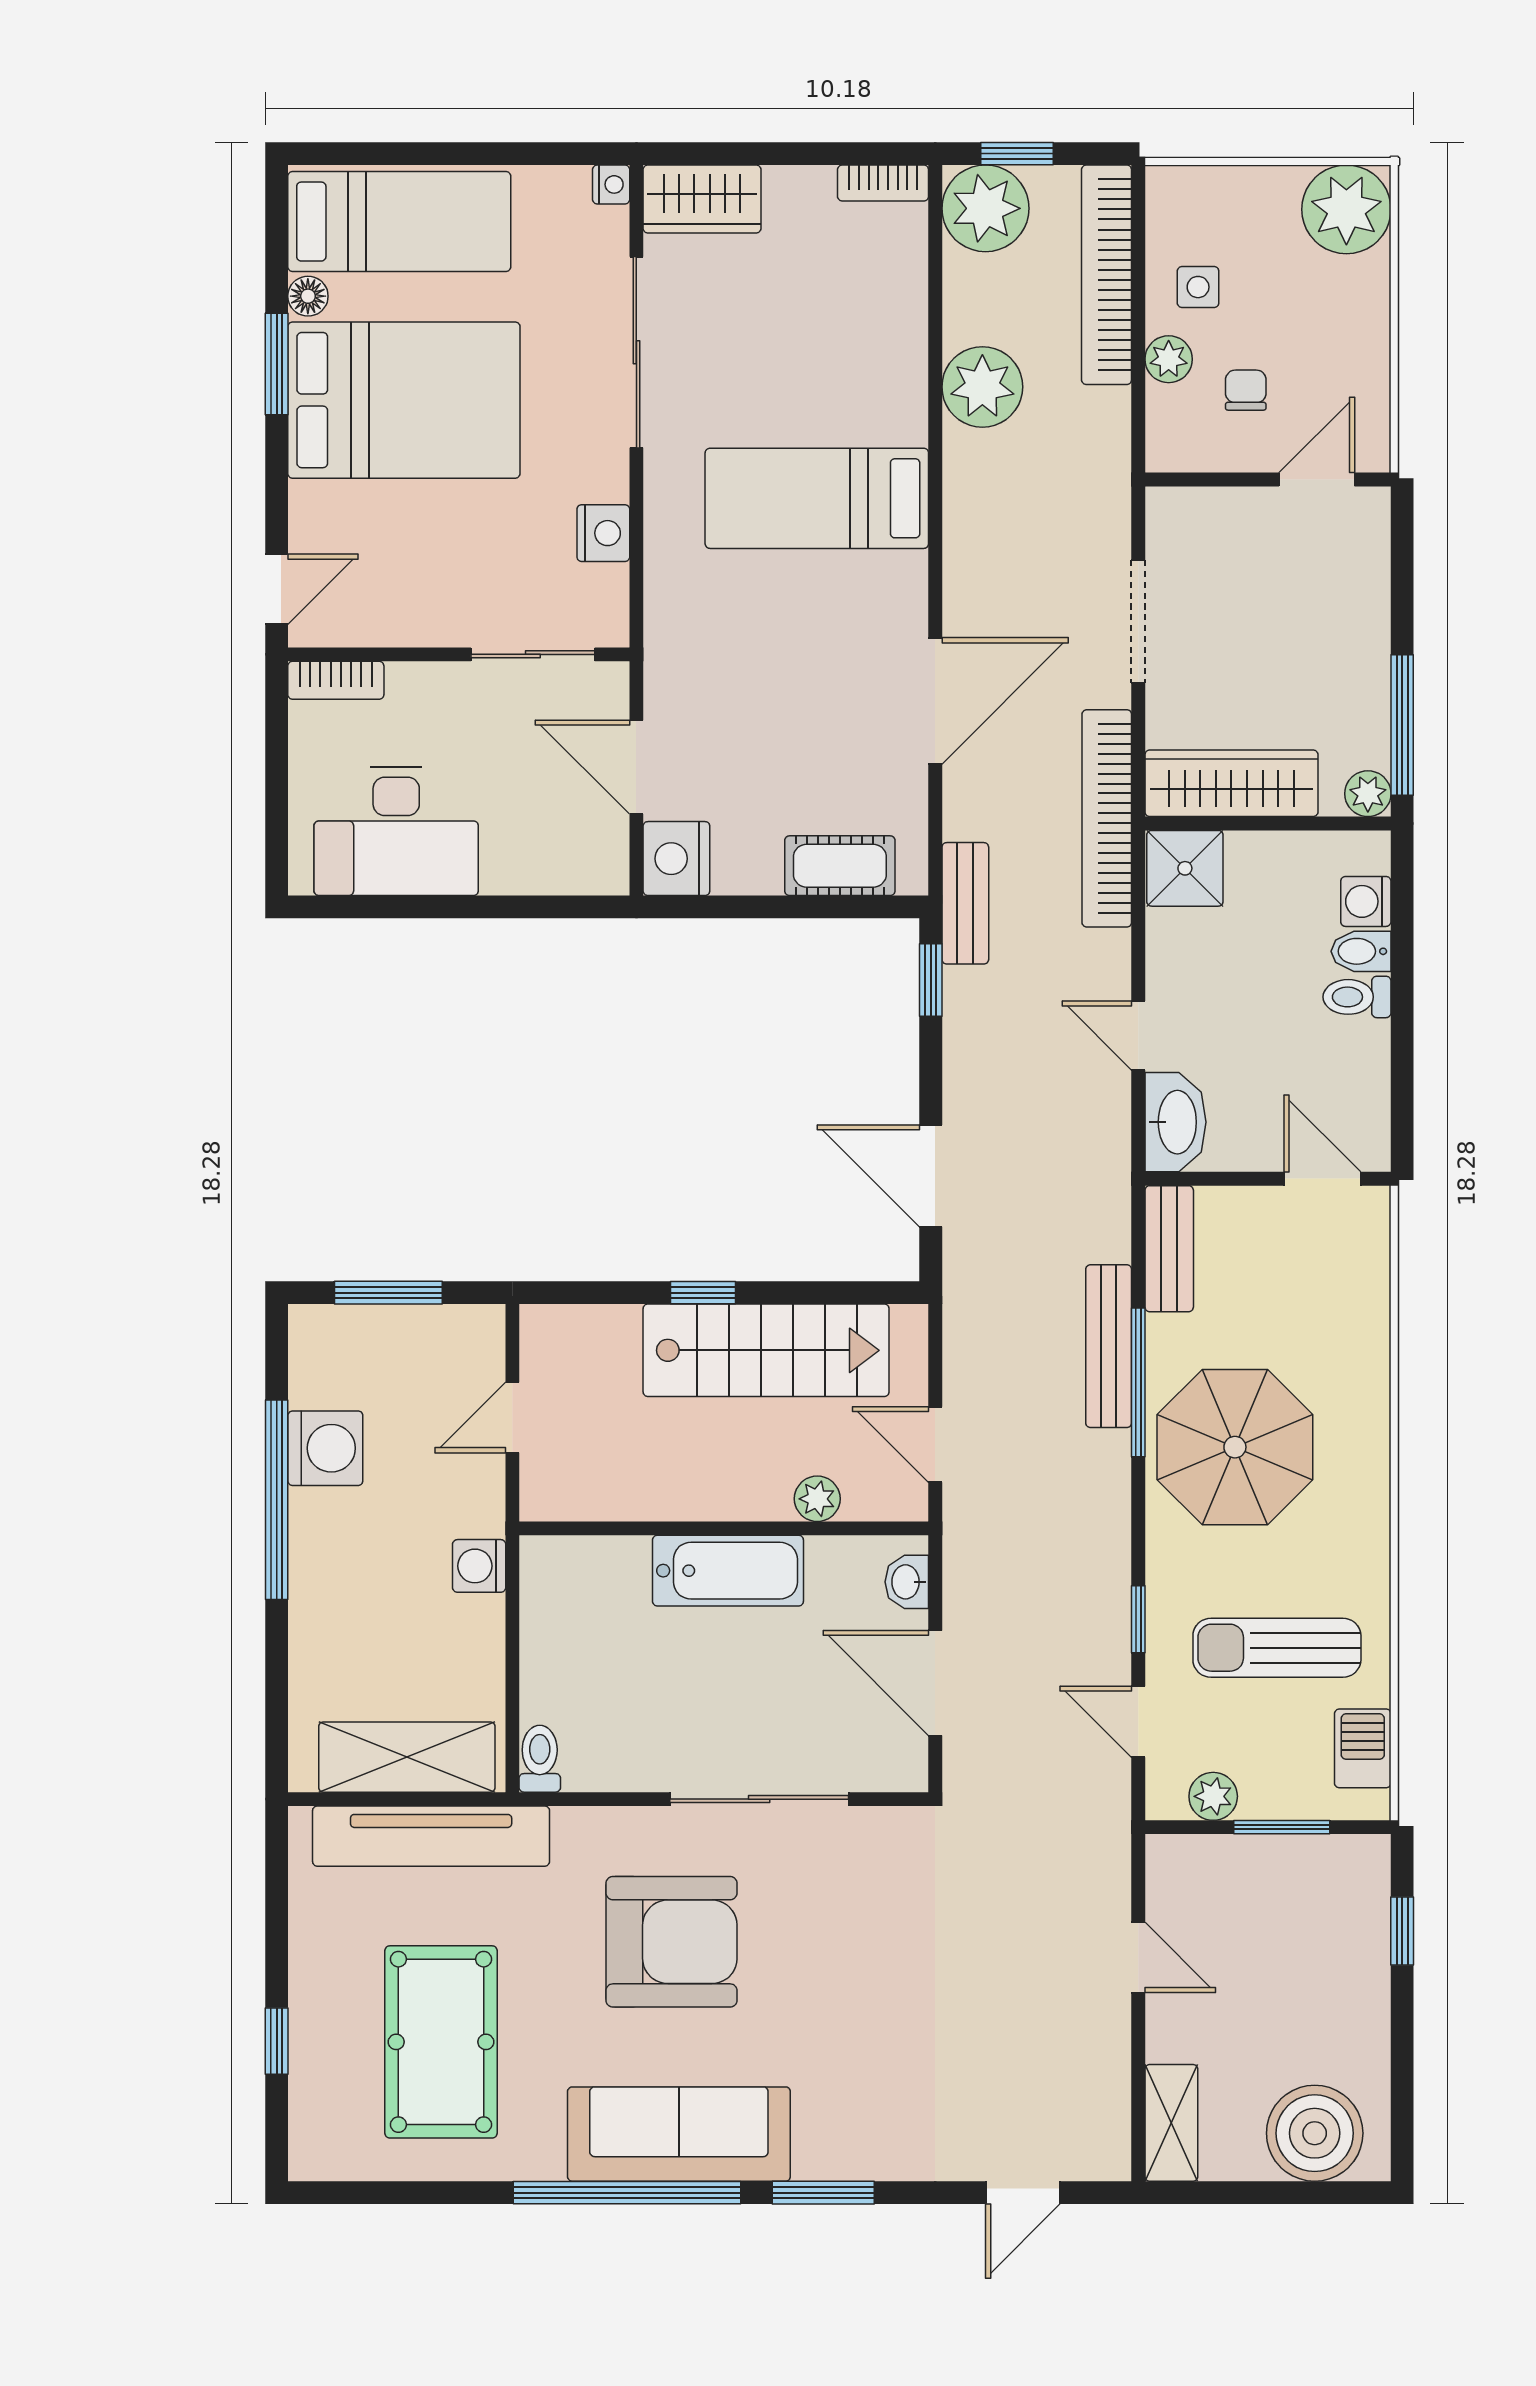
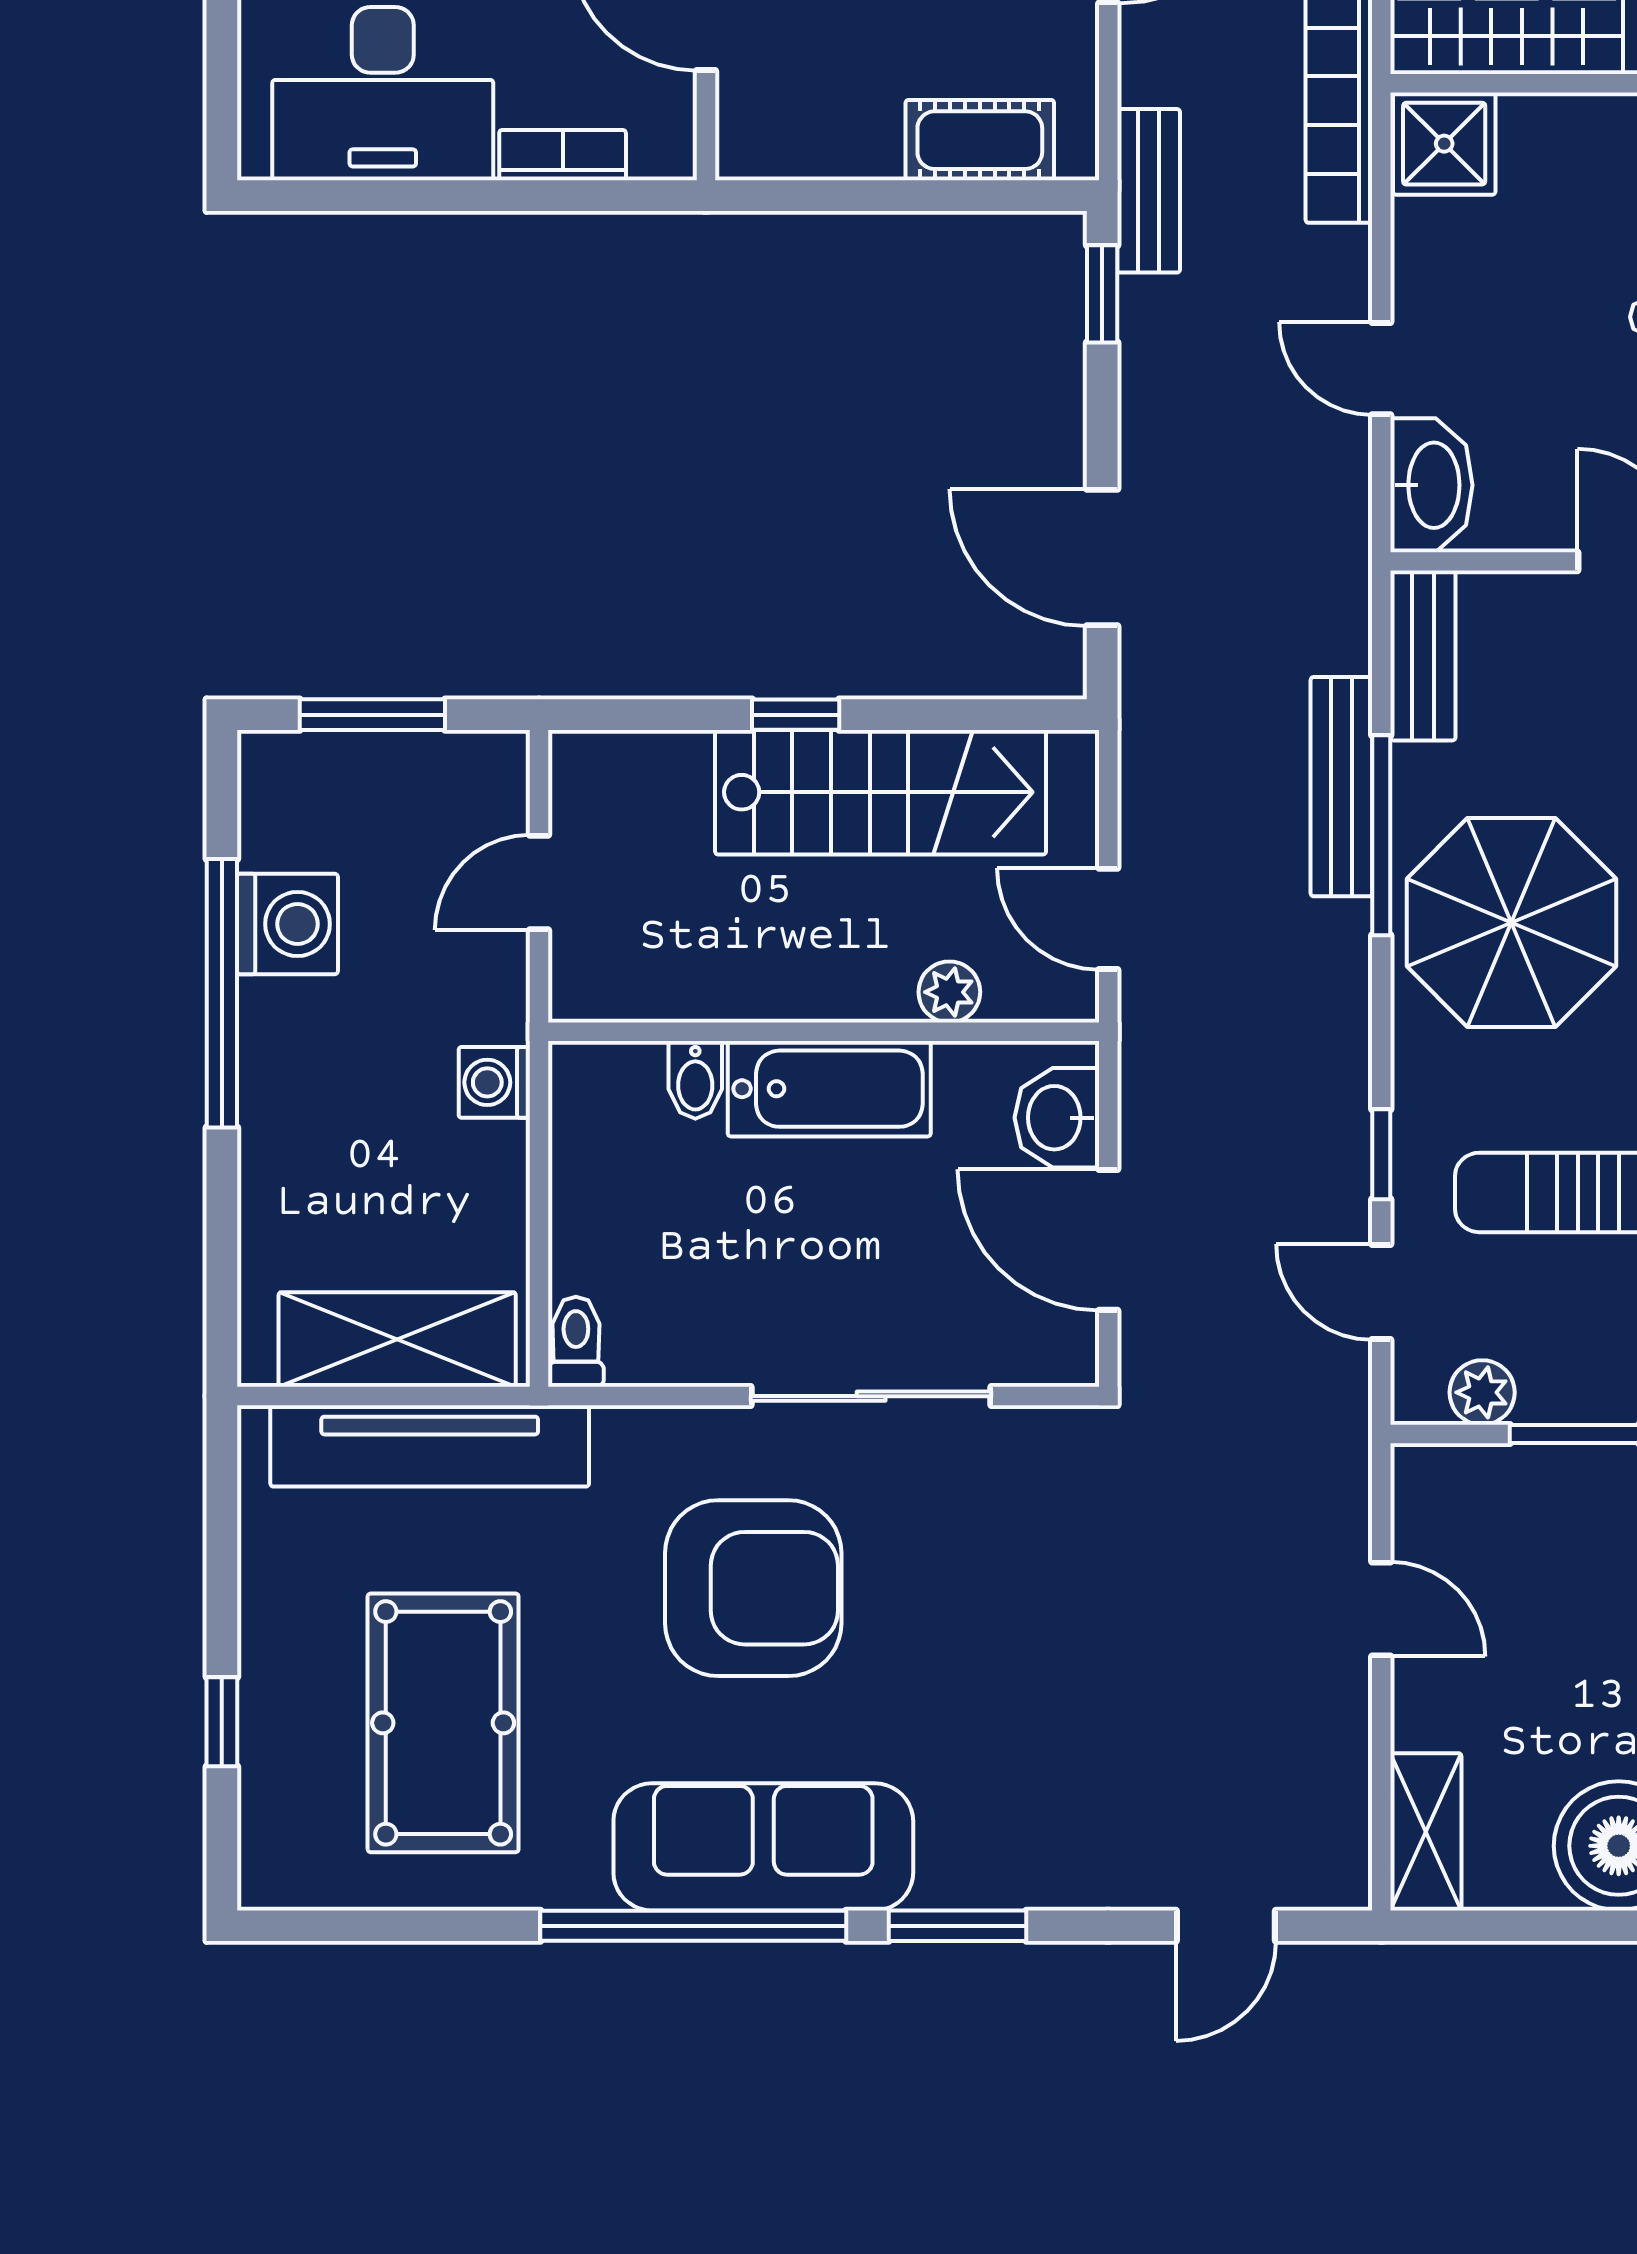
nightstand: (676, 859) -> (760, 131), removed
bookcase: (530, 877) -> (563, 155), added
bidet: (628, 1564) -> (695, 1080), added
washbasin: (907, 1582) -> (1057, 1118), width x1.38, depth x1.45

